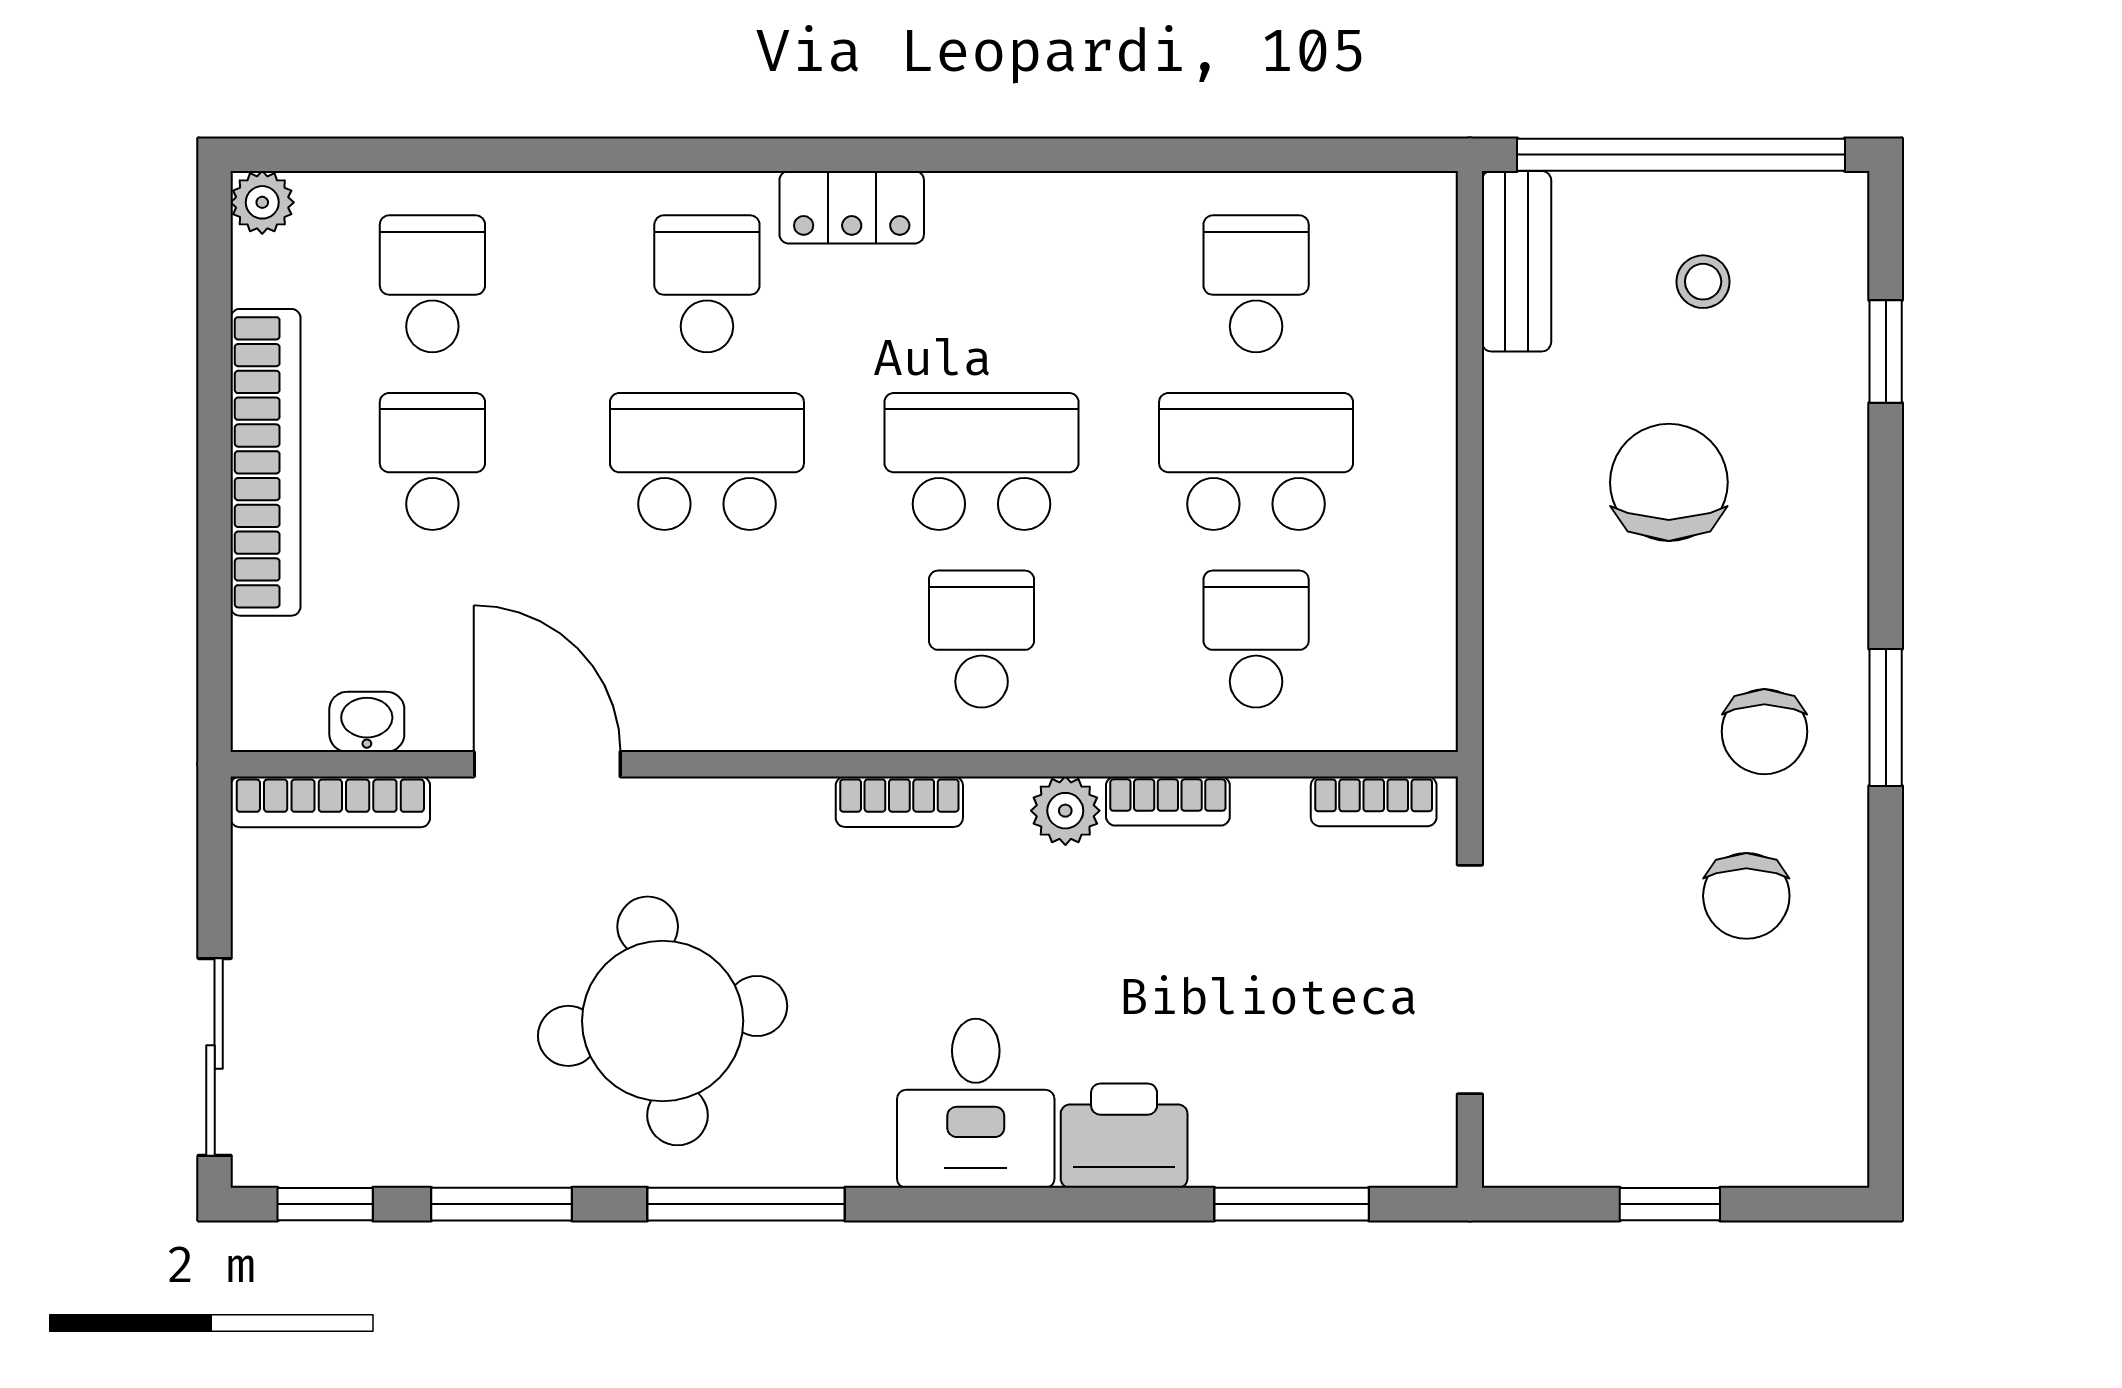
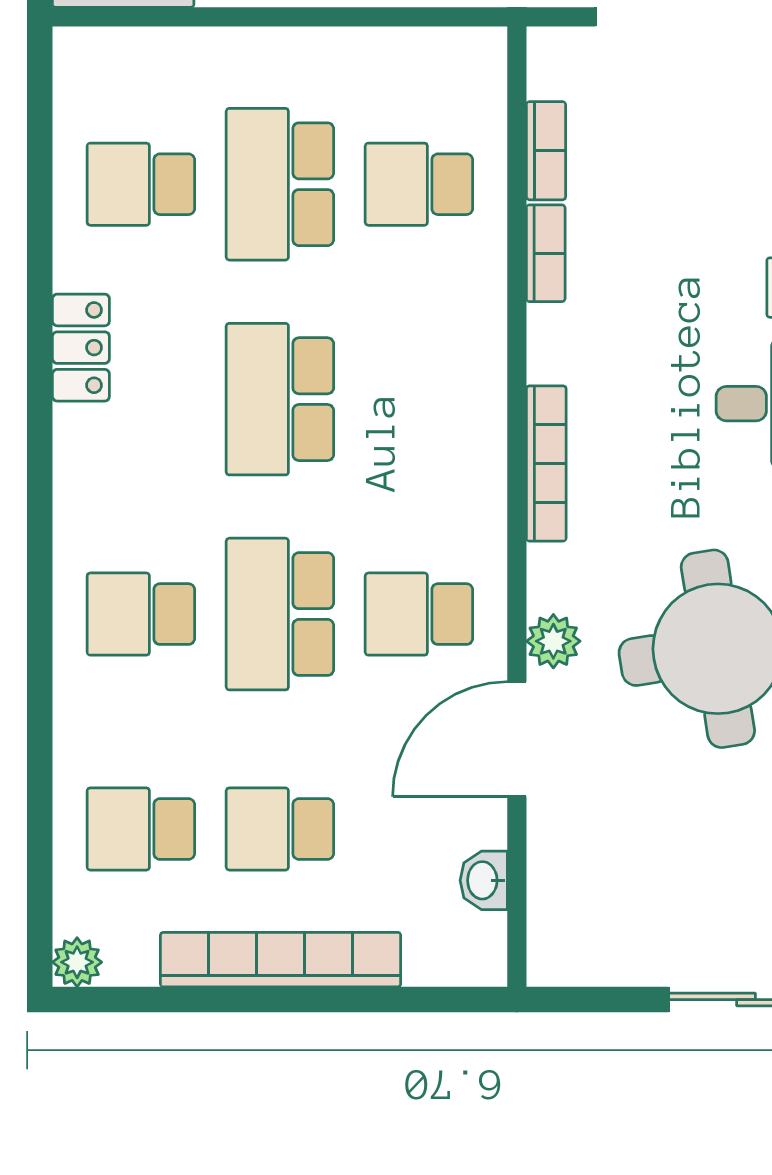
locker: (852, 207) -> (81, 348), moved
school desk: (982, 639) -> (419, 614), moved
bookcase: (1374, 801) -> (546, 151), moved
bookcase: (330, 802) -> (546, 909), removed
bookcase: (899, 802) -> (546, 463), width x1.56
plant: (1065, 811) -> (553, 641), moved

